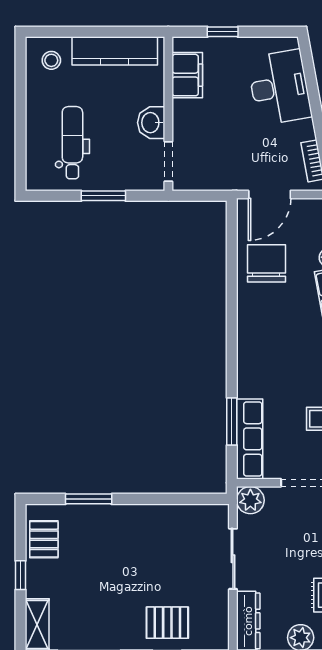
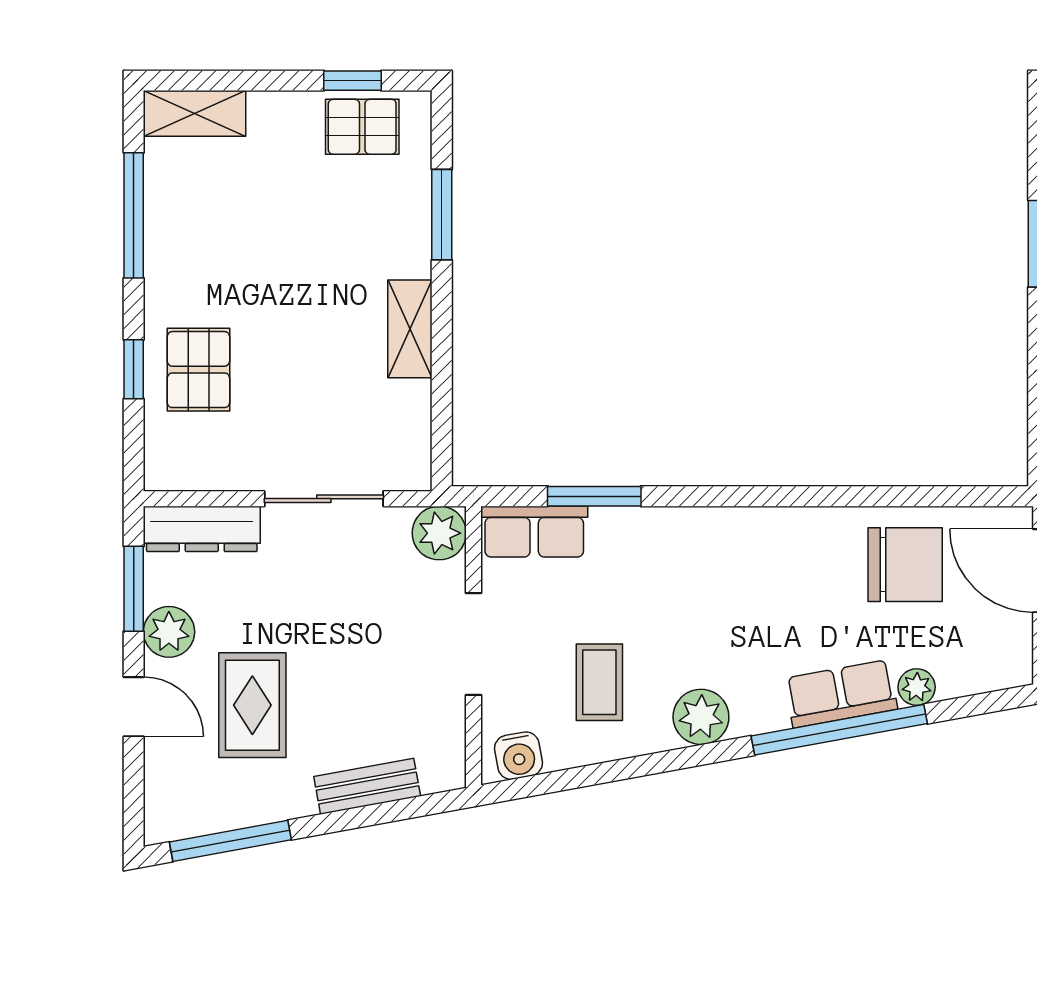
row of seats: (250, 439) -> (534, 532), width x0.68
shelving: (147, 515) -> (410, 329), added
window: (20, 575) -> (353, 81), moved

